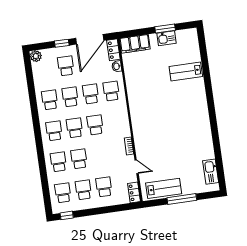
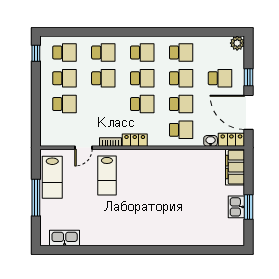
lab bench: (186, 71) -> (107, 175), moved, turned 180
locker: (134, 192) -> (135, 140), moved

